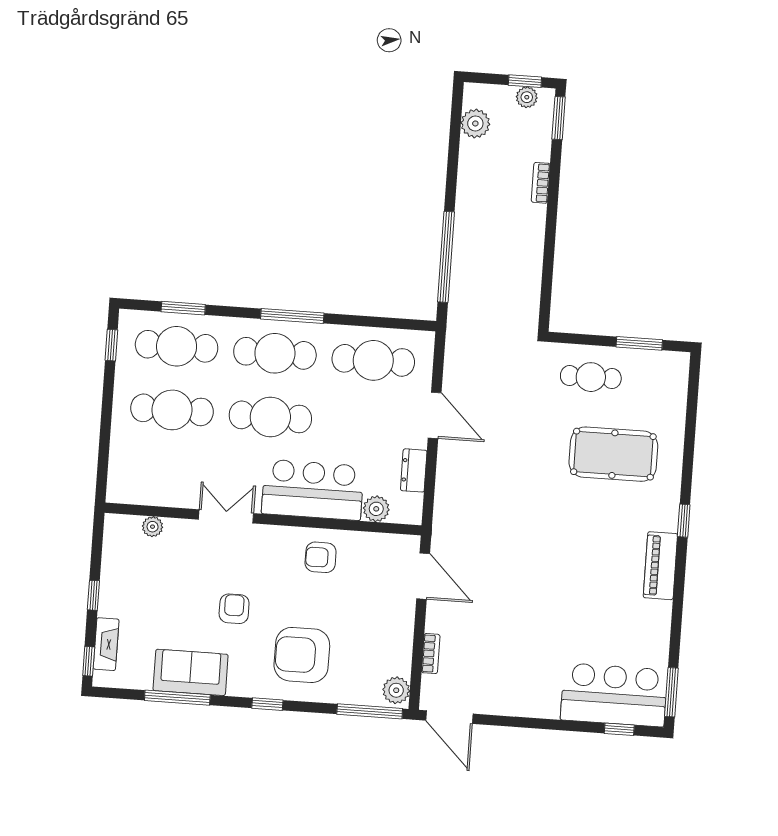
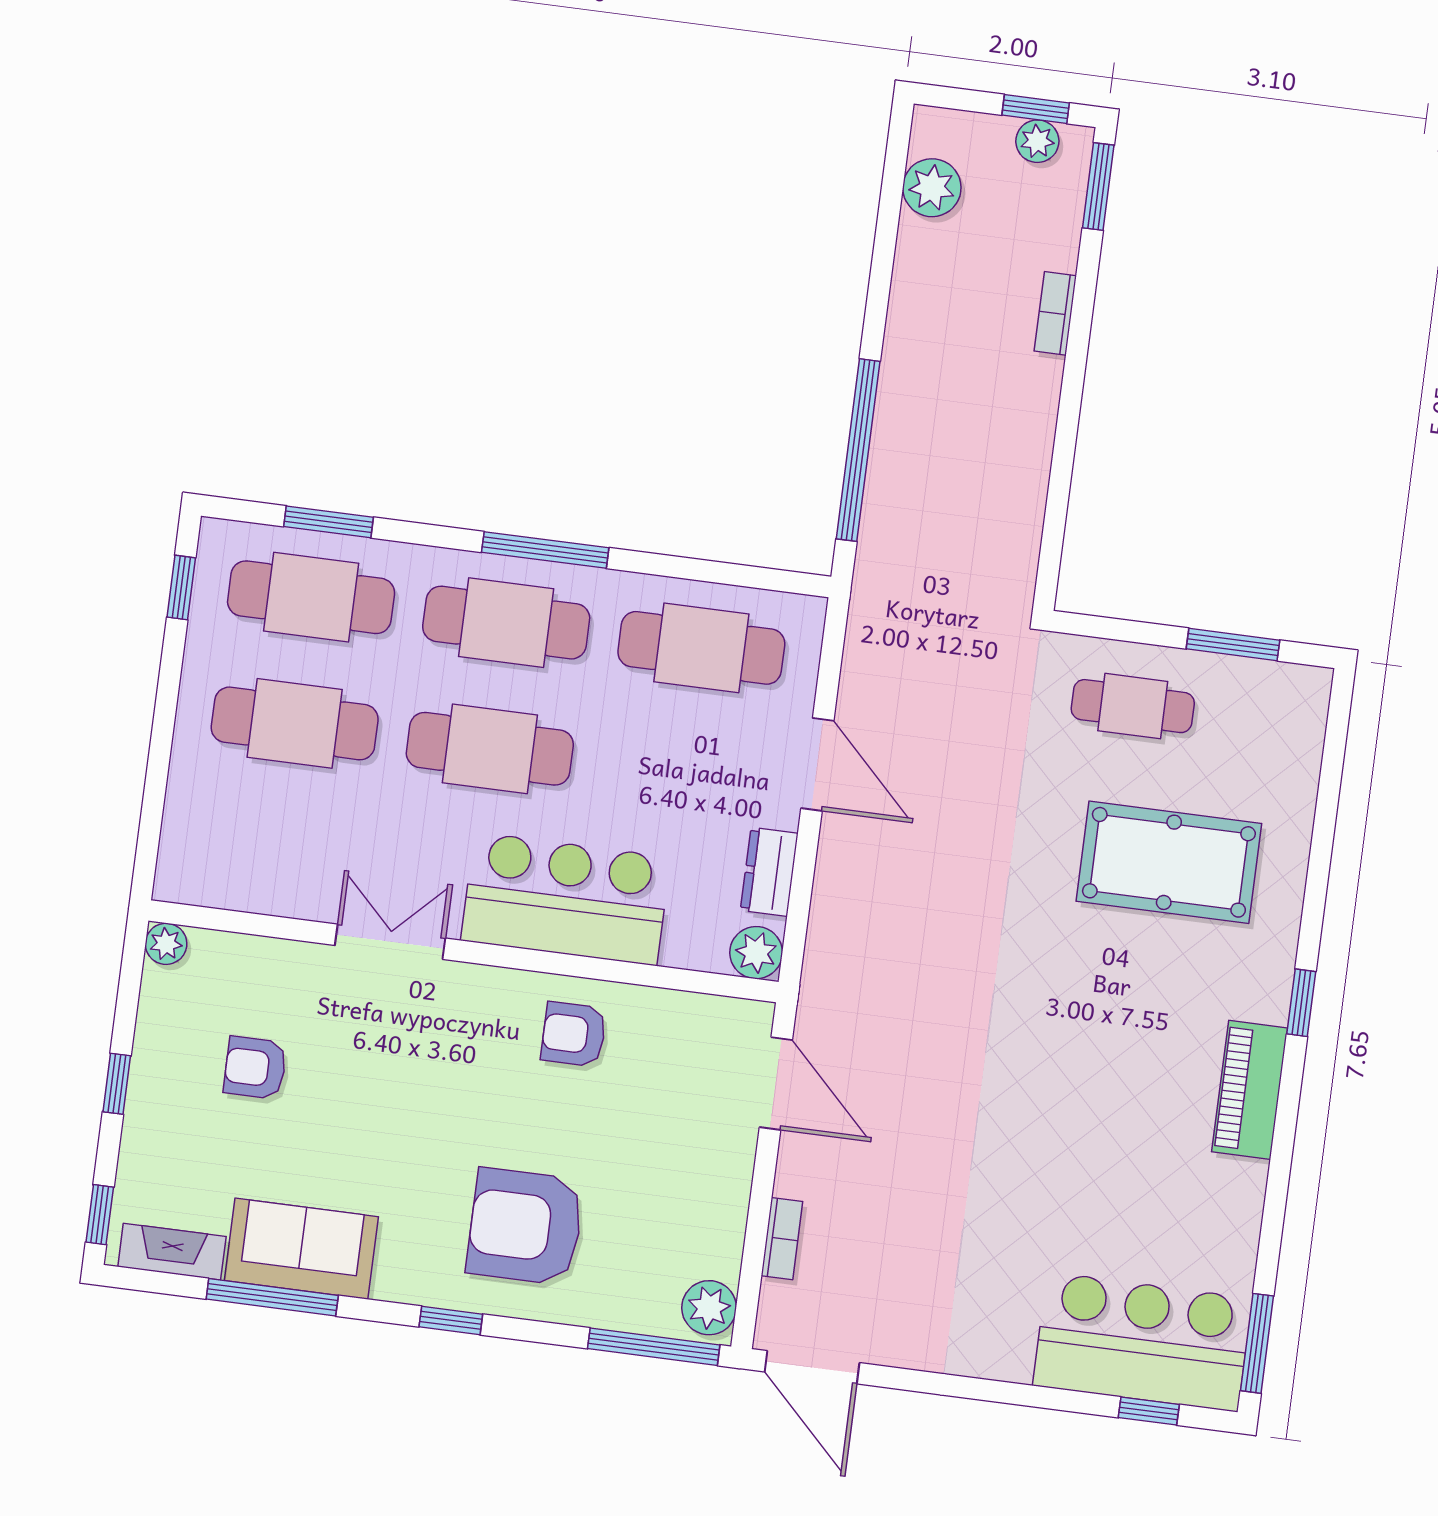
plant: (376, 509) -> (756, 953), moved
plant: (153, 527) -> (166, 944), moved
armchair: (234, 609) -> (255, 1068), moved, turned -90
fireplace: (106, 644) -> (172, 1252), moved, turned -90

